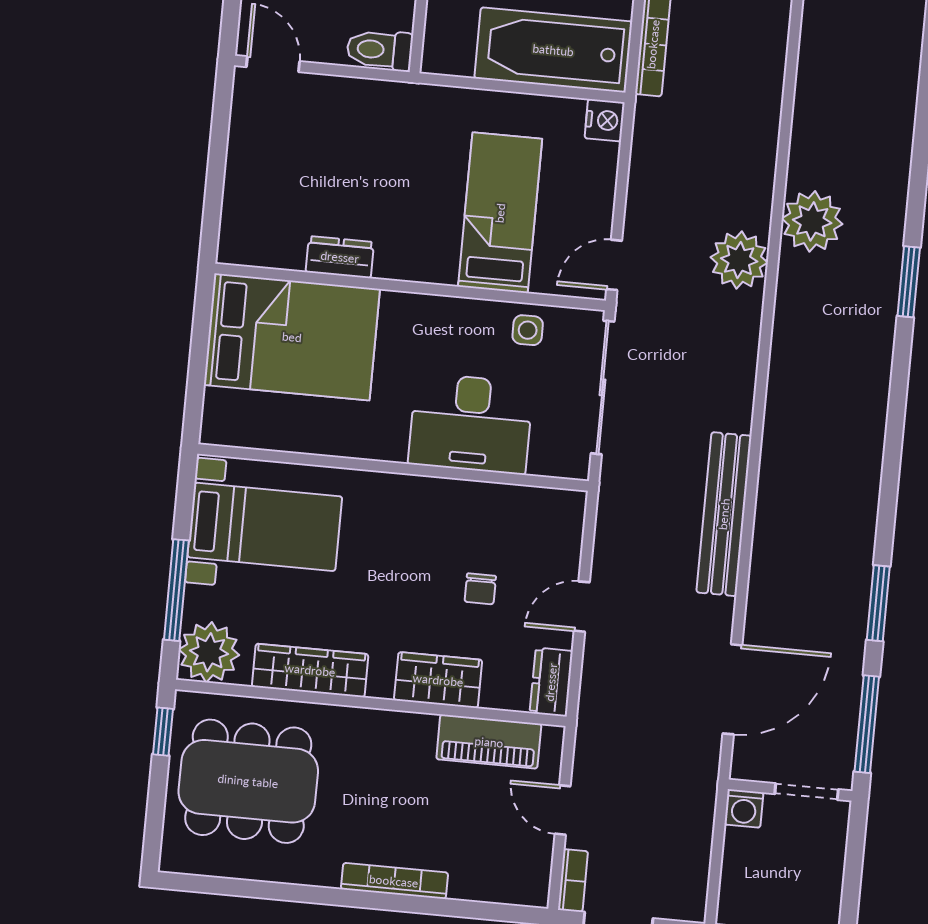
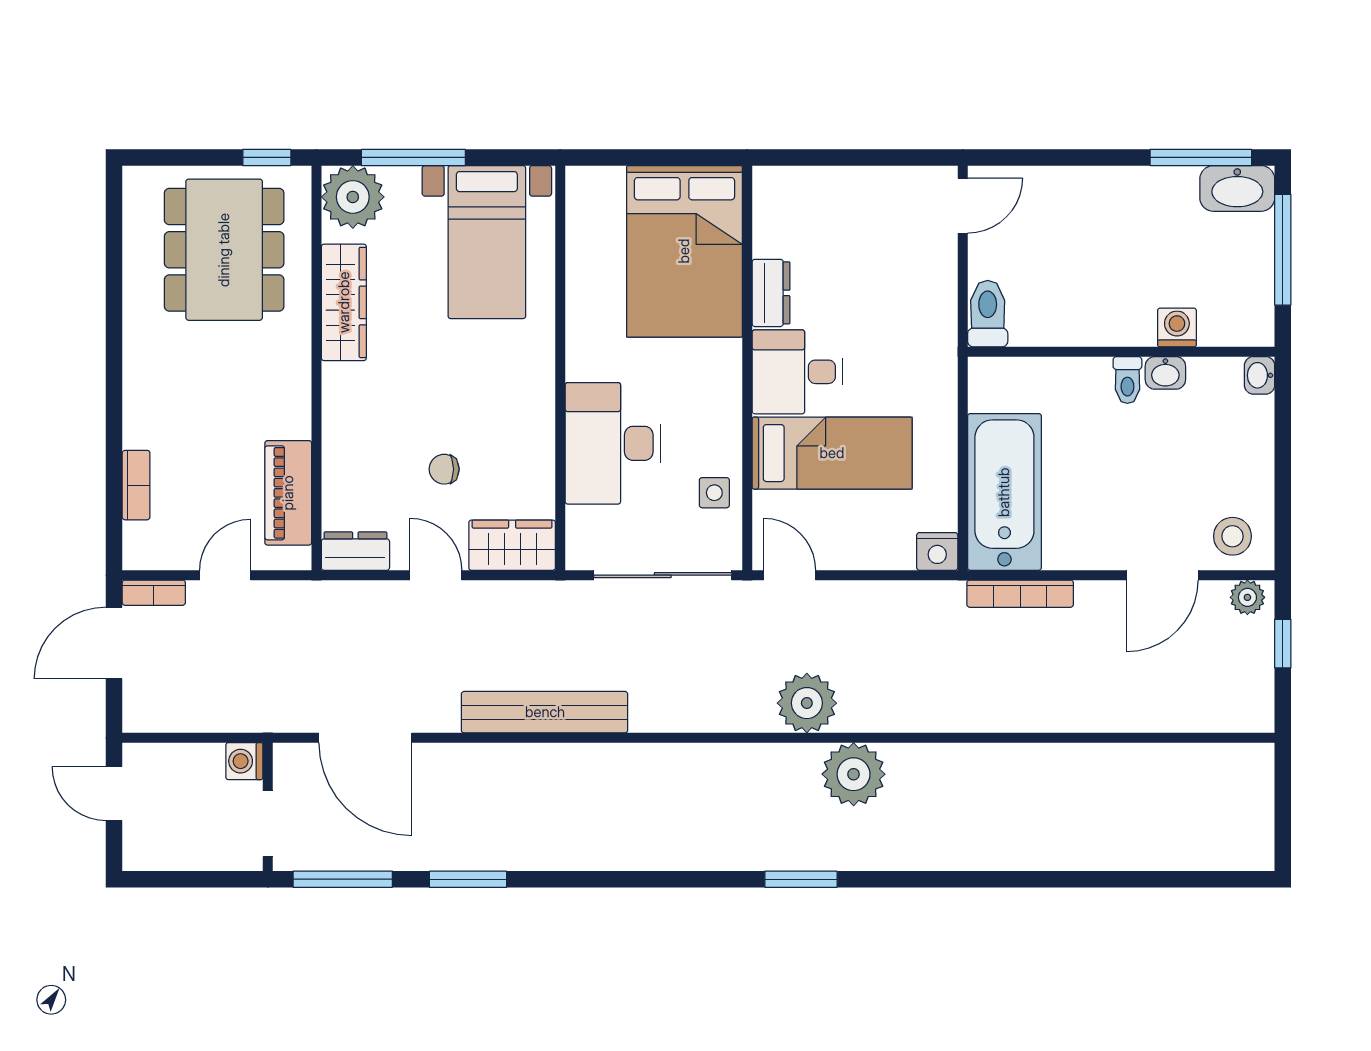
desk: (418, 239) -> (797, 372), added
wardrobe: (438, 680) -> (512, 545), moved, turned -90
bookcase: (394, 881) -> (136, 485), moved, width x0.64

